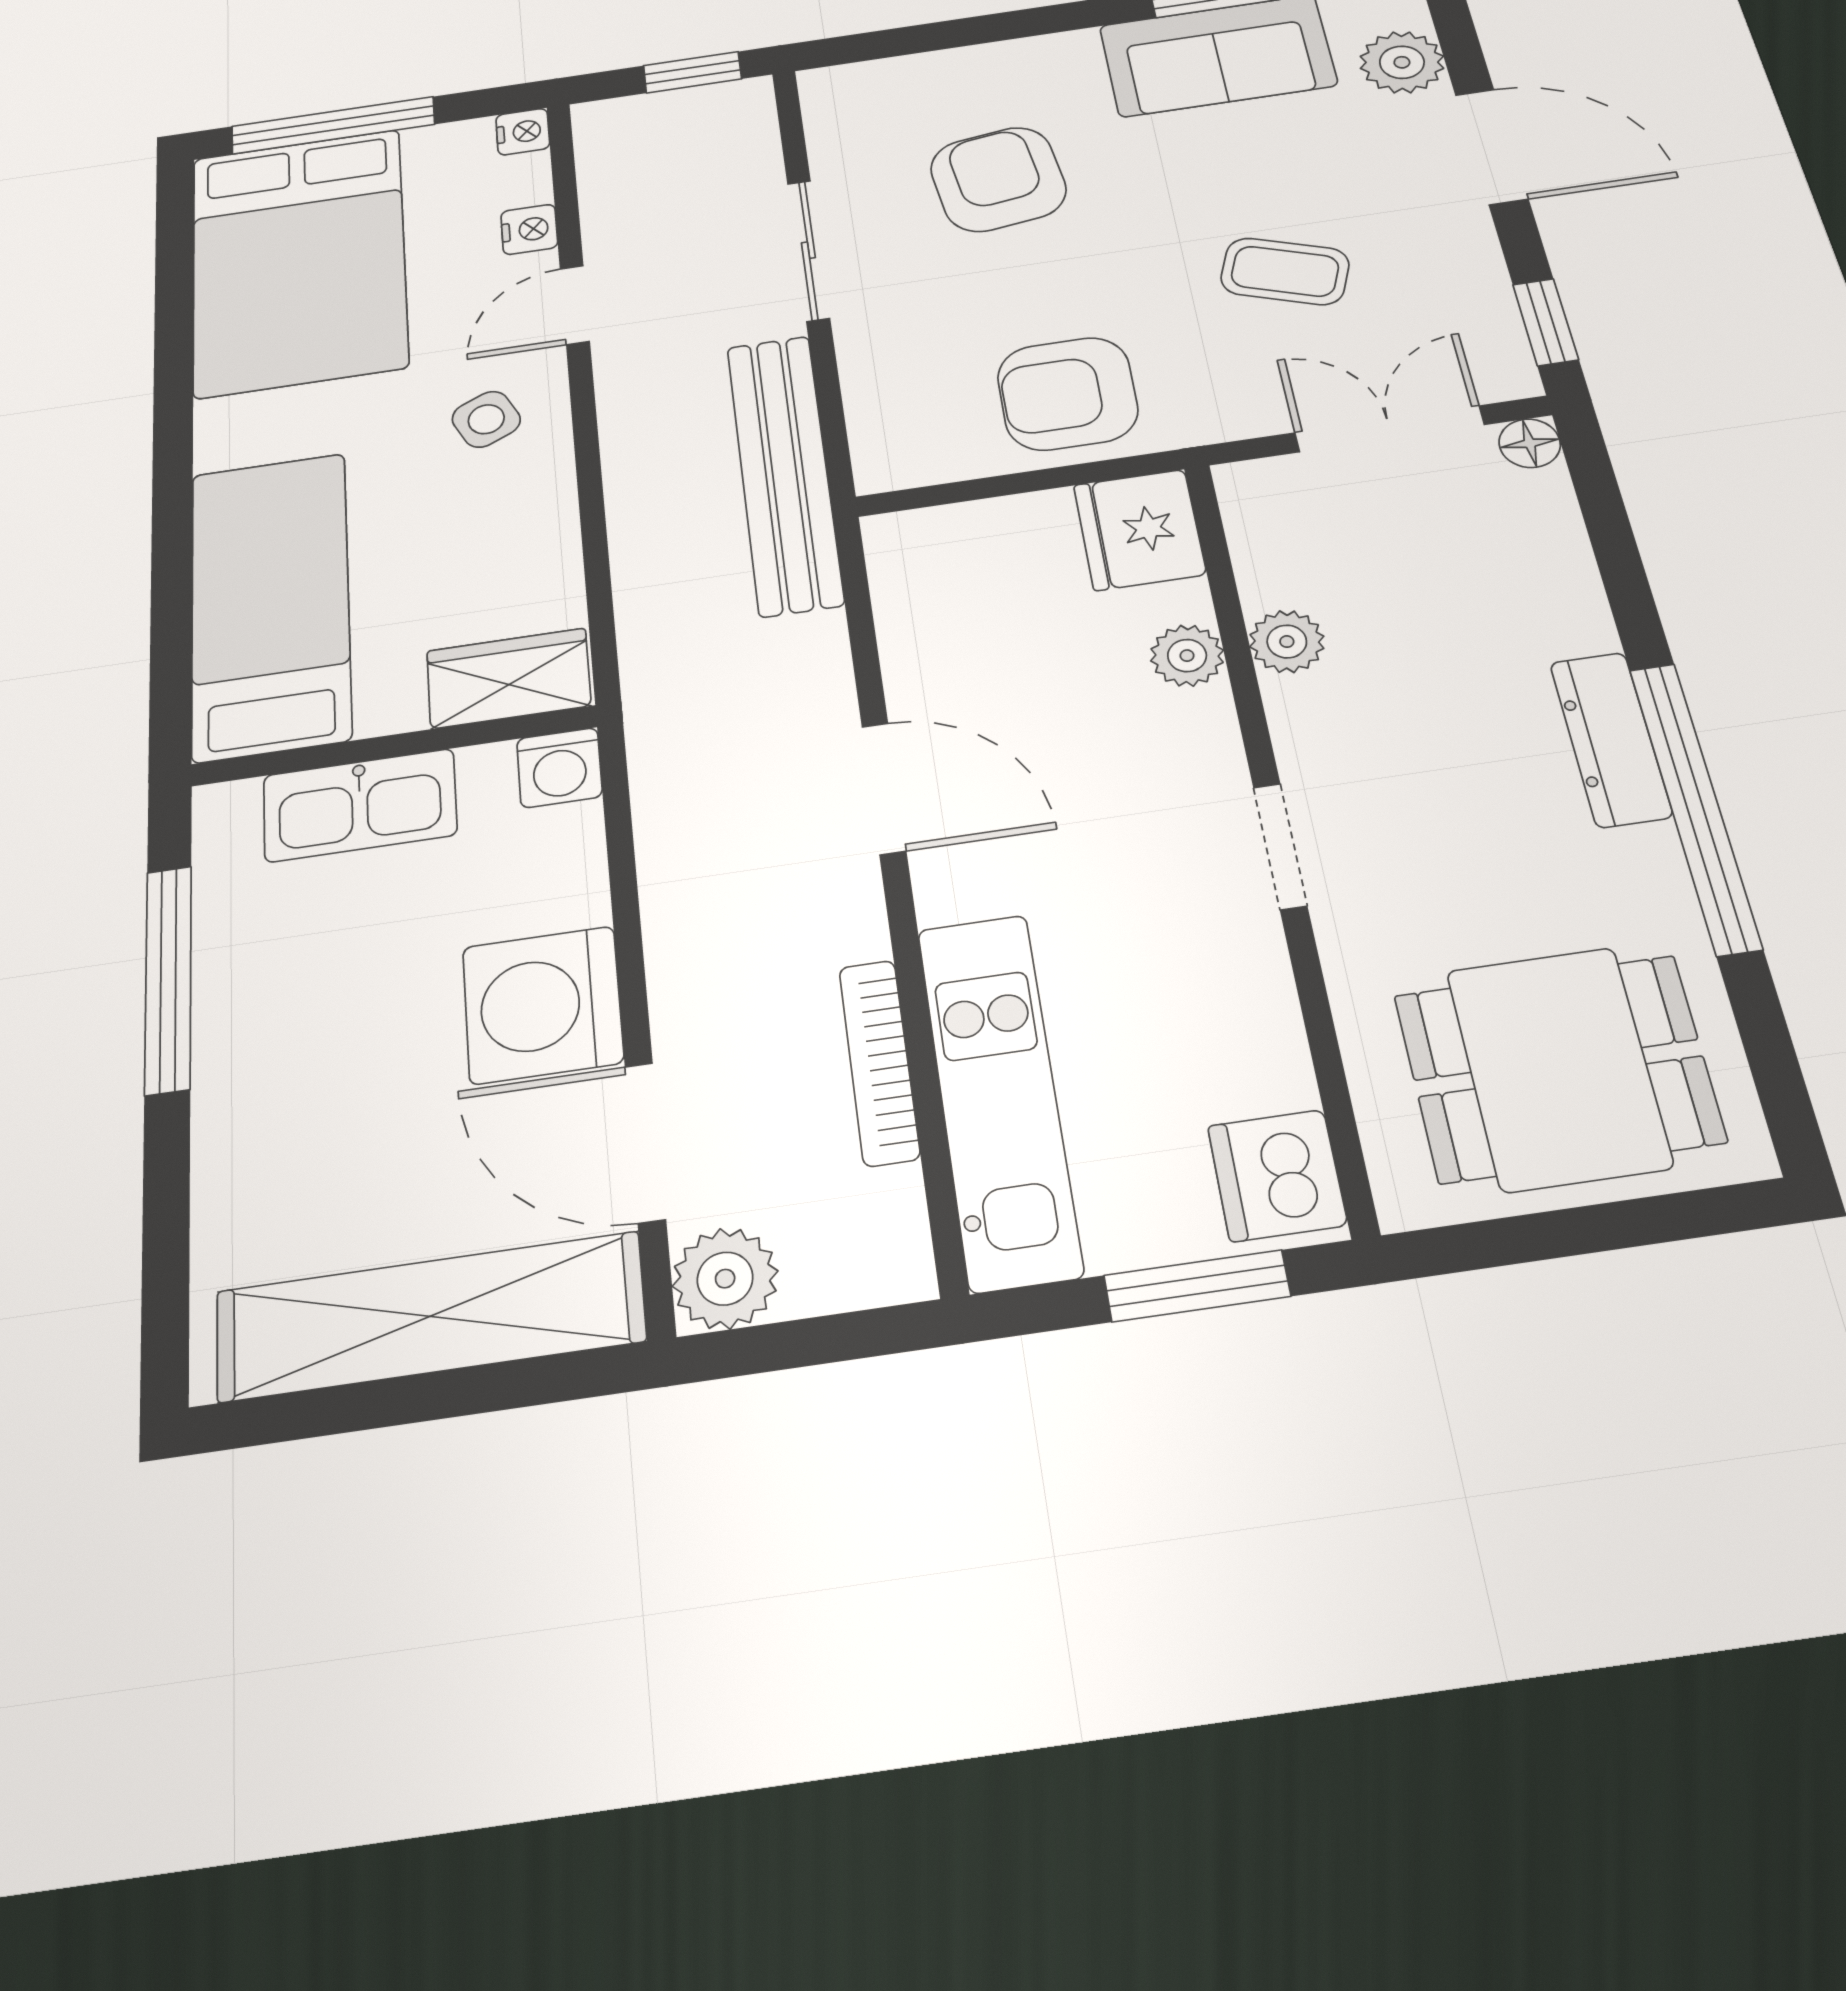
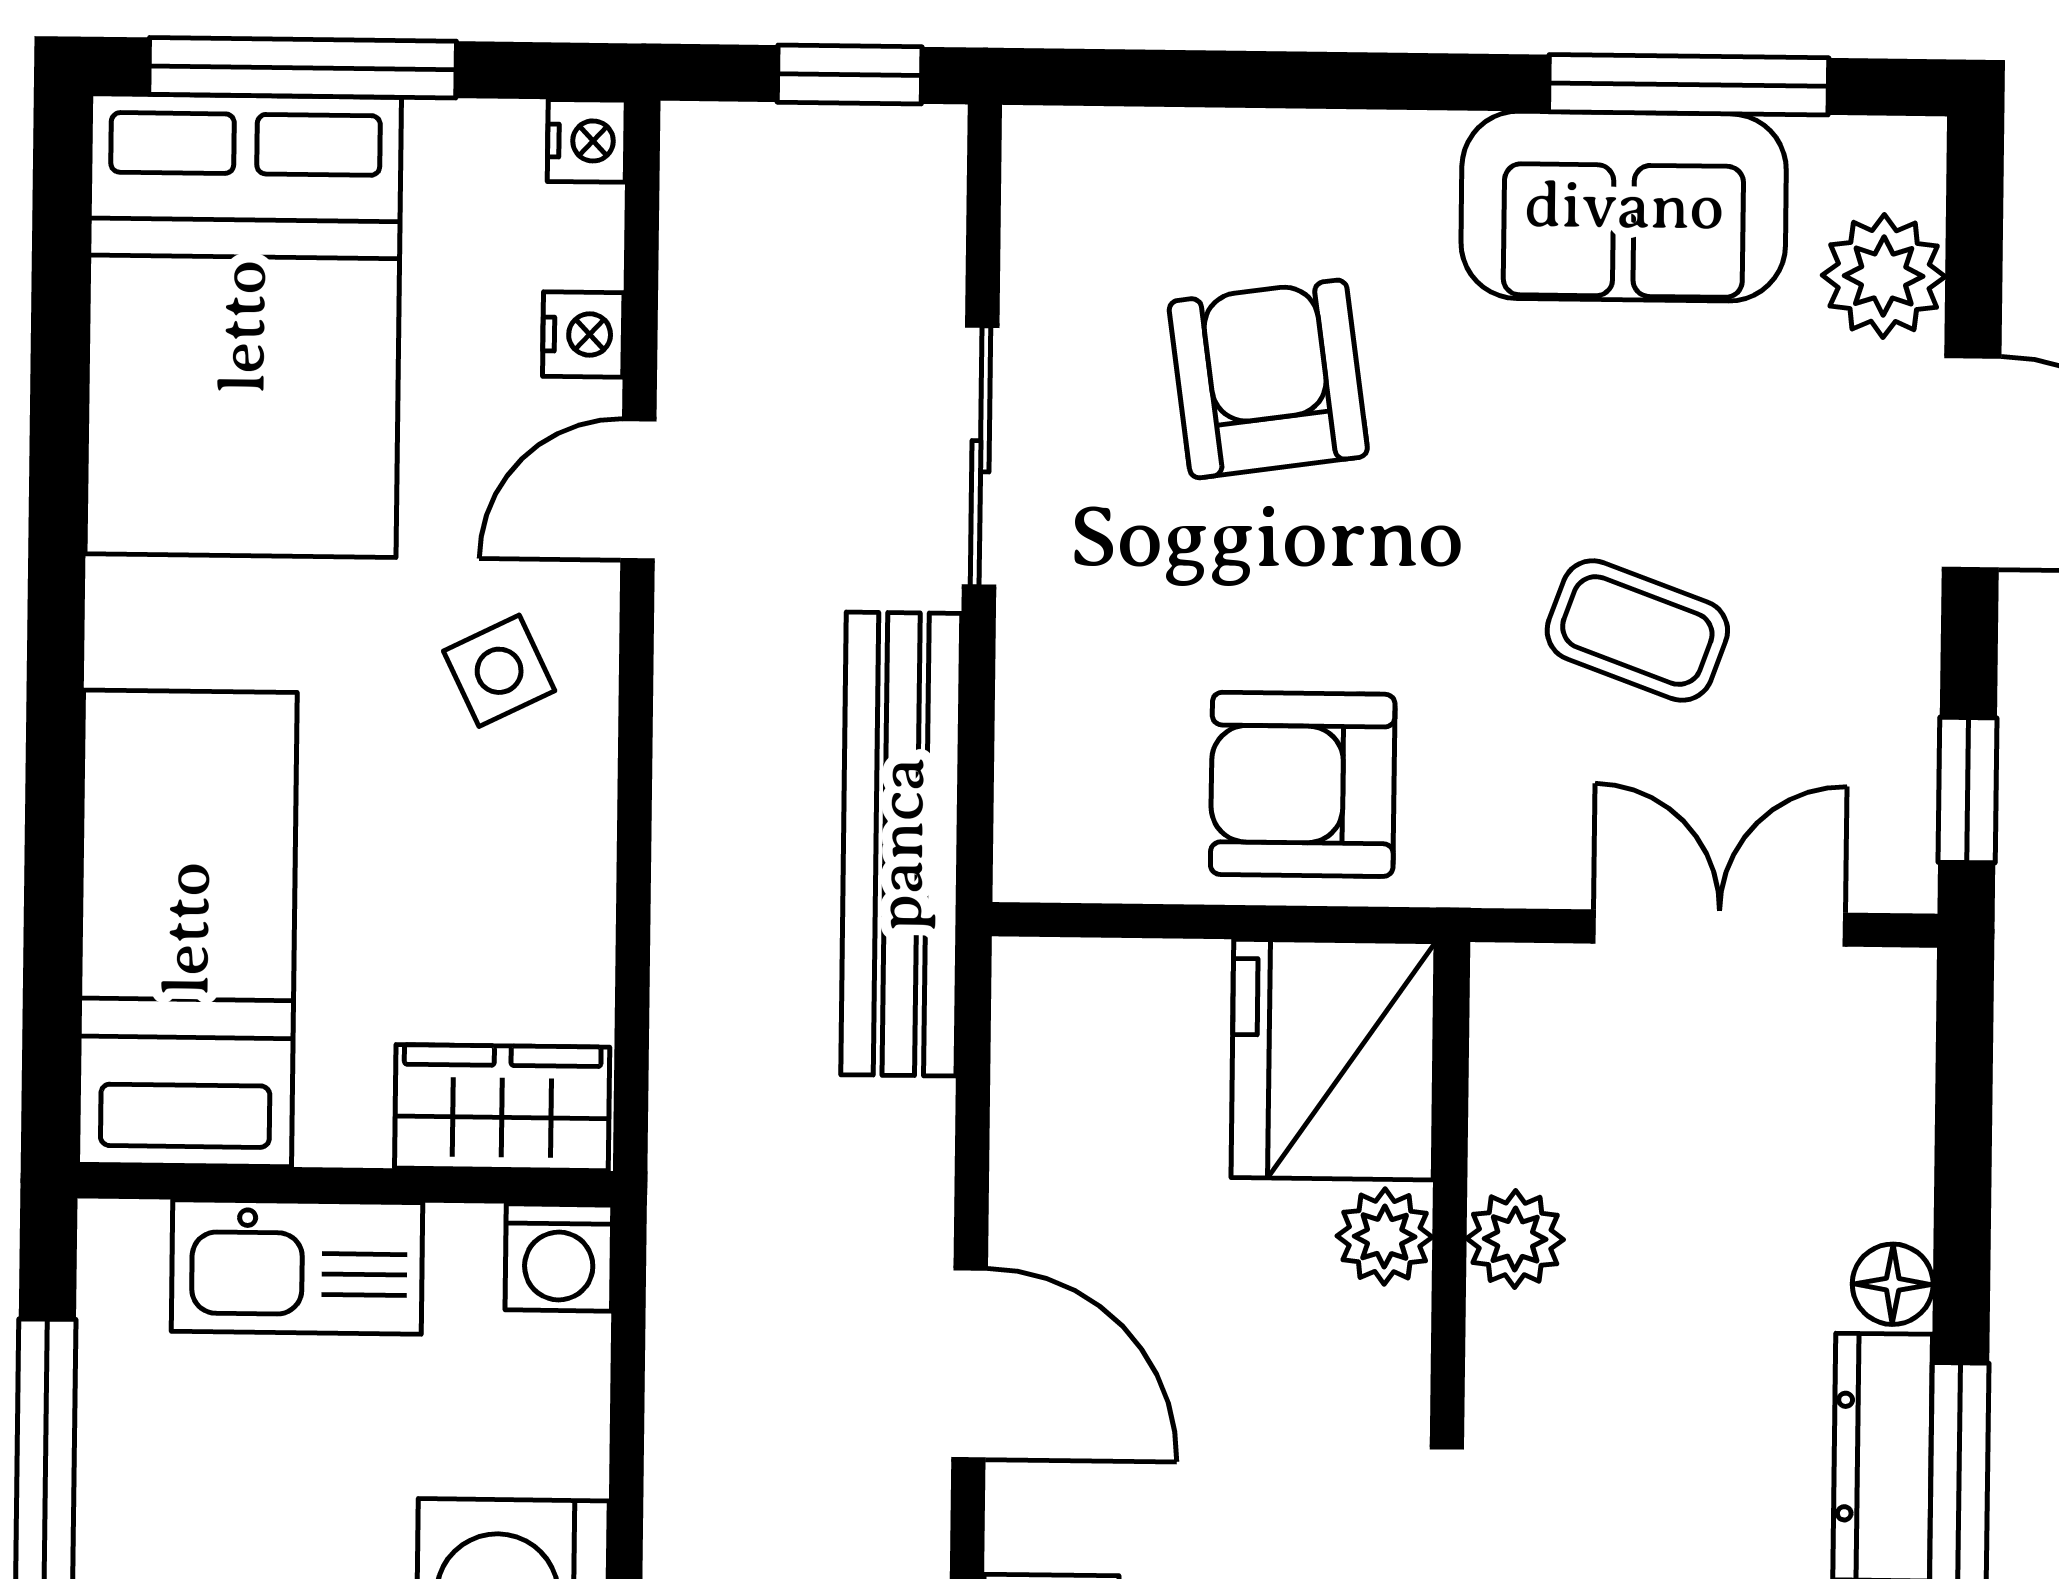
floor lamp: (1530, 443) -> (1893, 1284), moved
fridge: (1140, 530) -> (1334, 1060), width x1.36, depth x1.34

